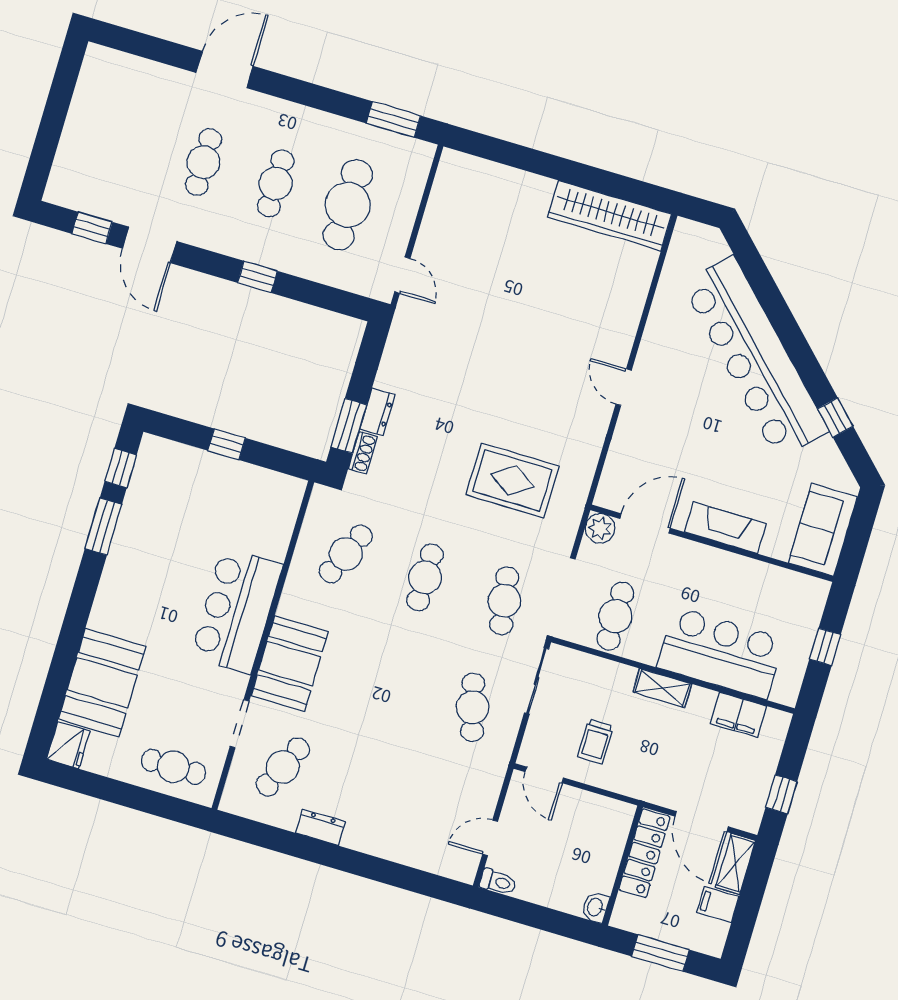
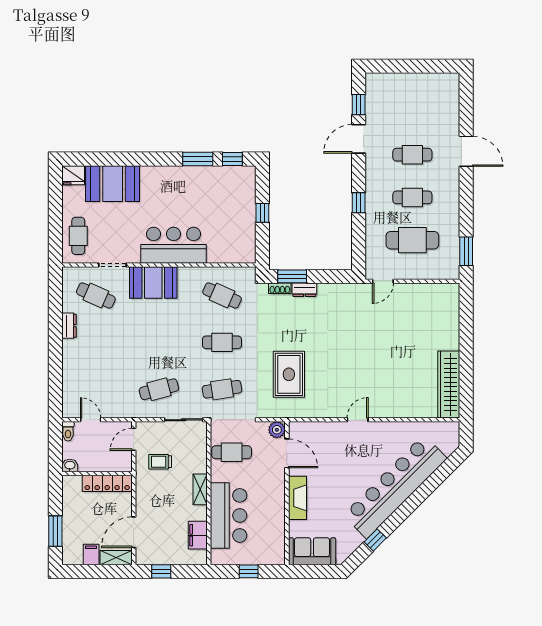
locker: (644, 853) -> (107, 483), moved
wall: (623, 865) -> (97, 474), moved
washbasin: (596, 907) -> (70, 466), moved

